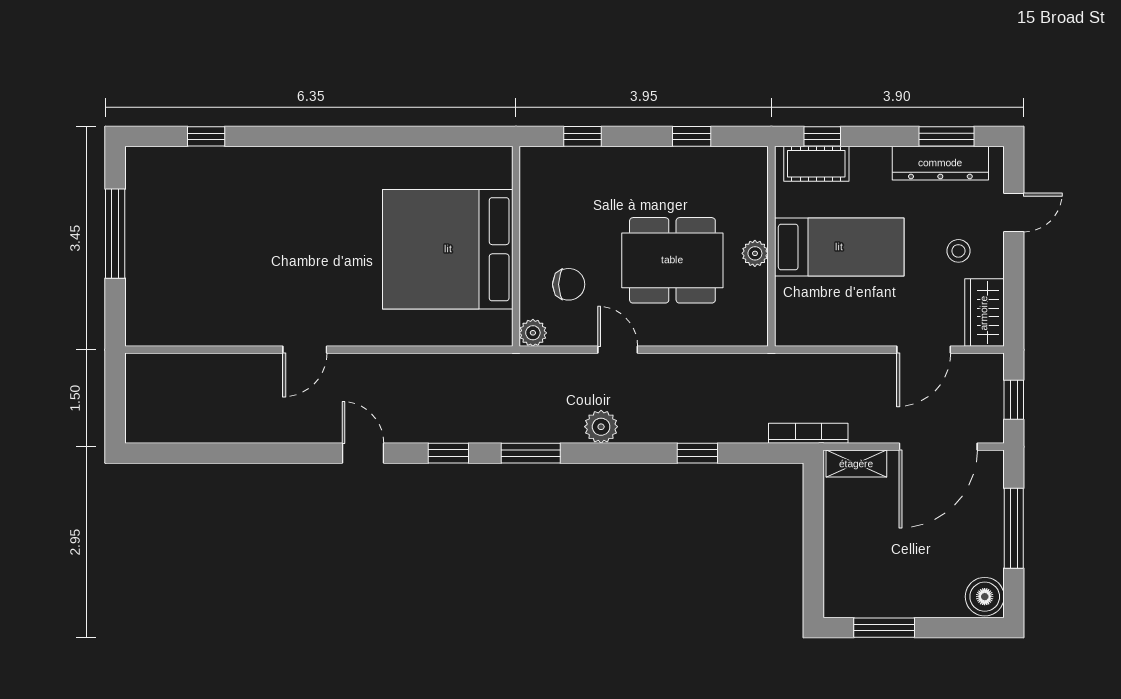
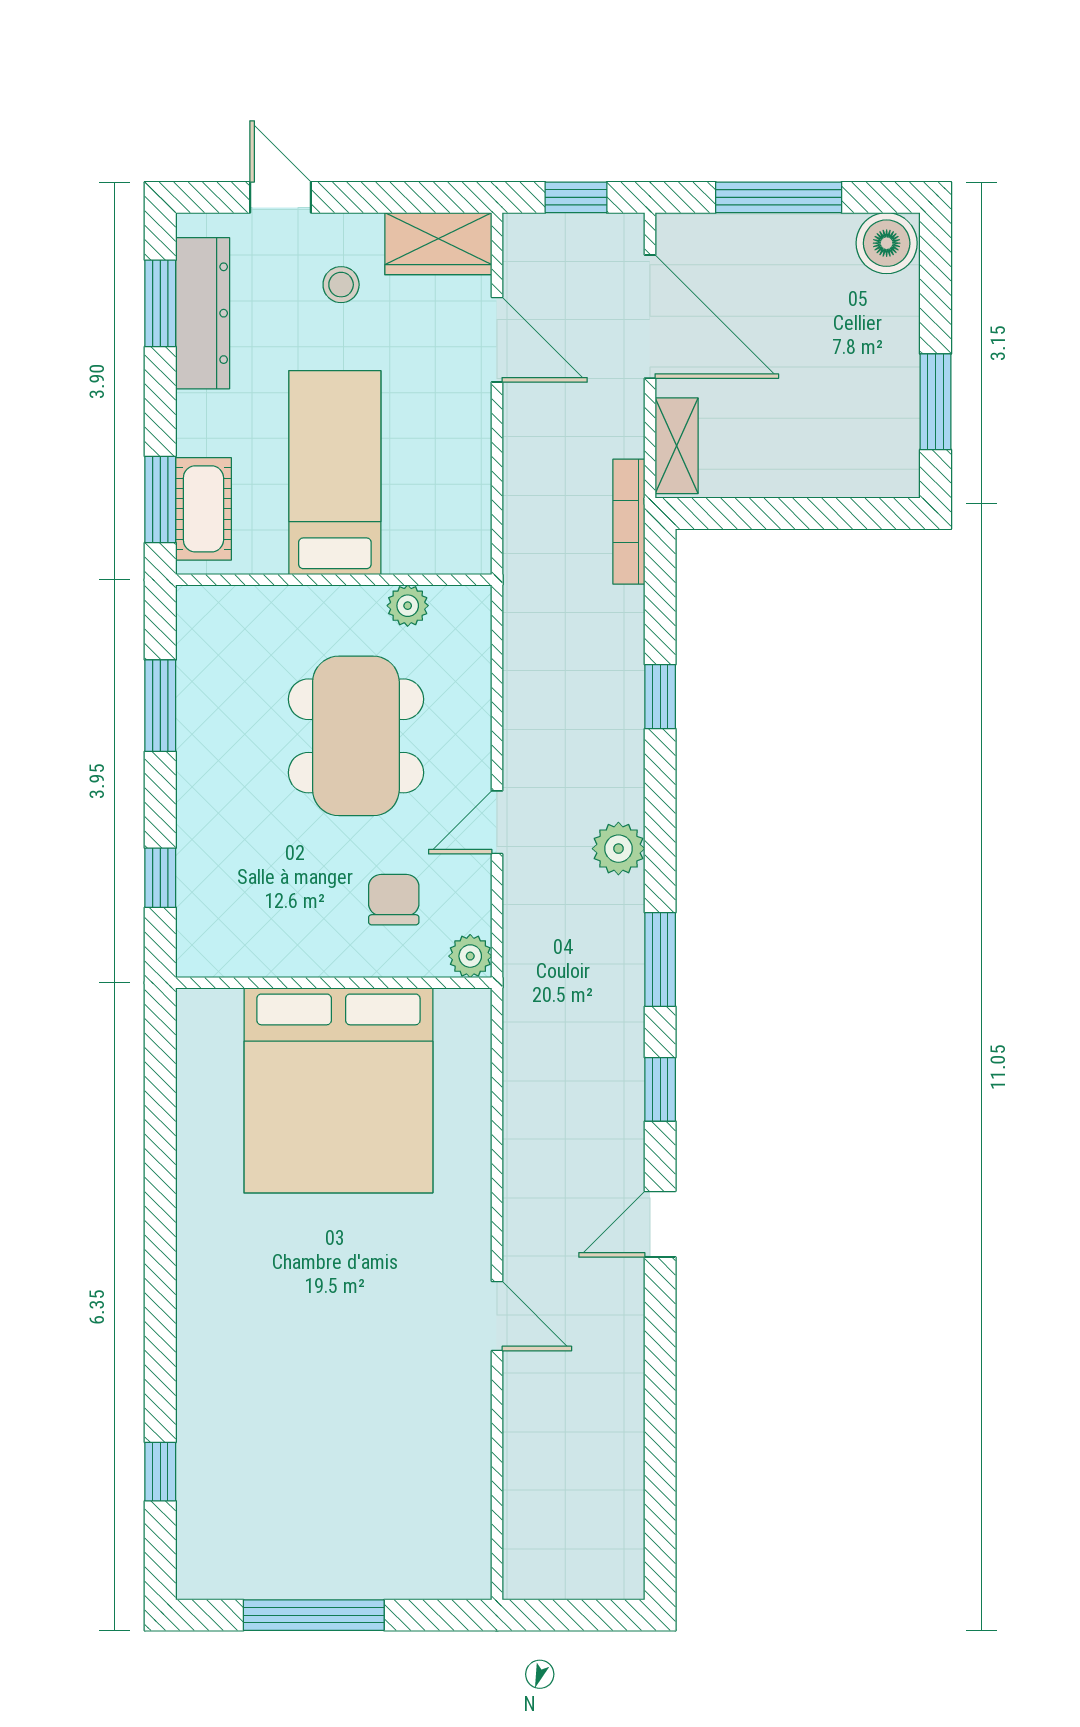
window: (692, 136) -> (160, 706), width x1.50
window: (822, 136) -> (160, 500), width x1.50
plant: (755, 253) -> (408, 606), moved

